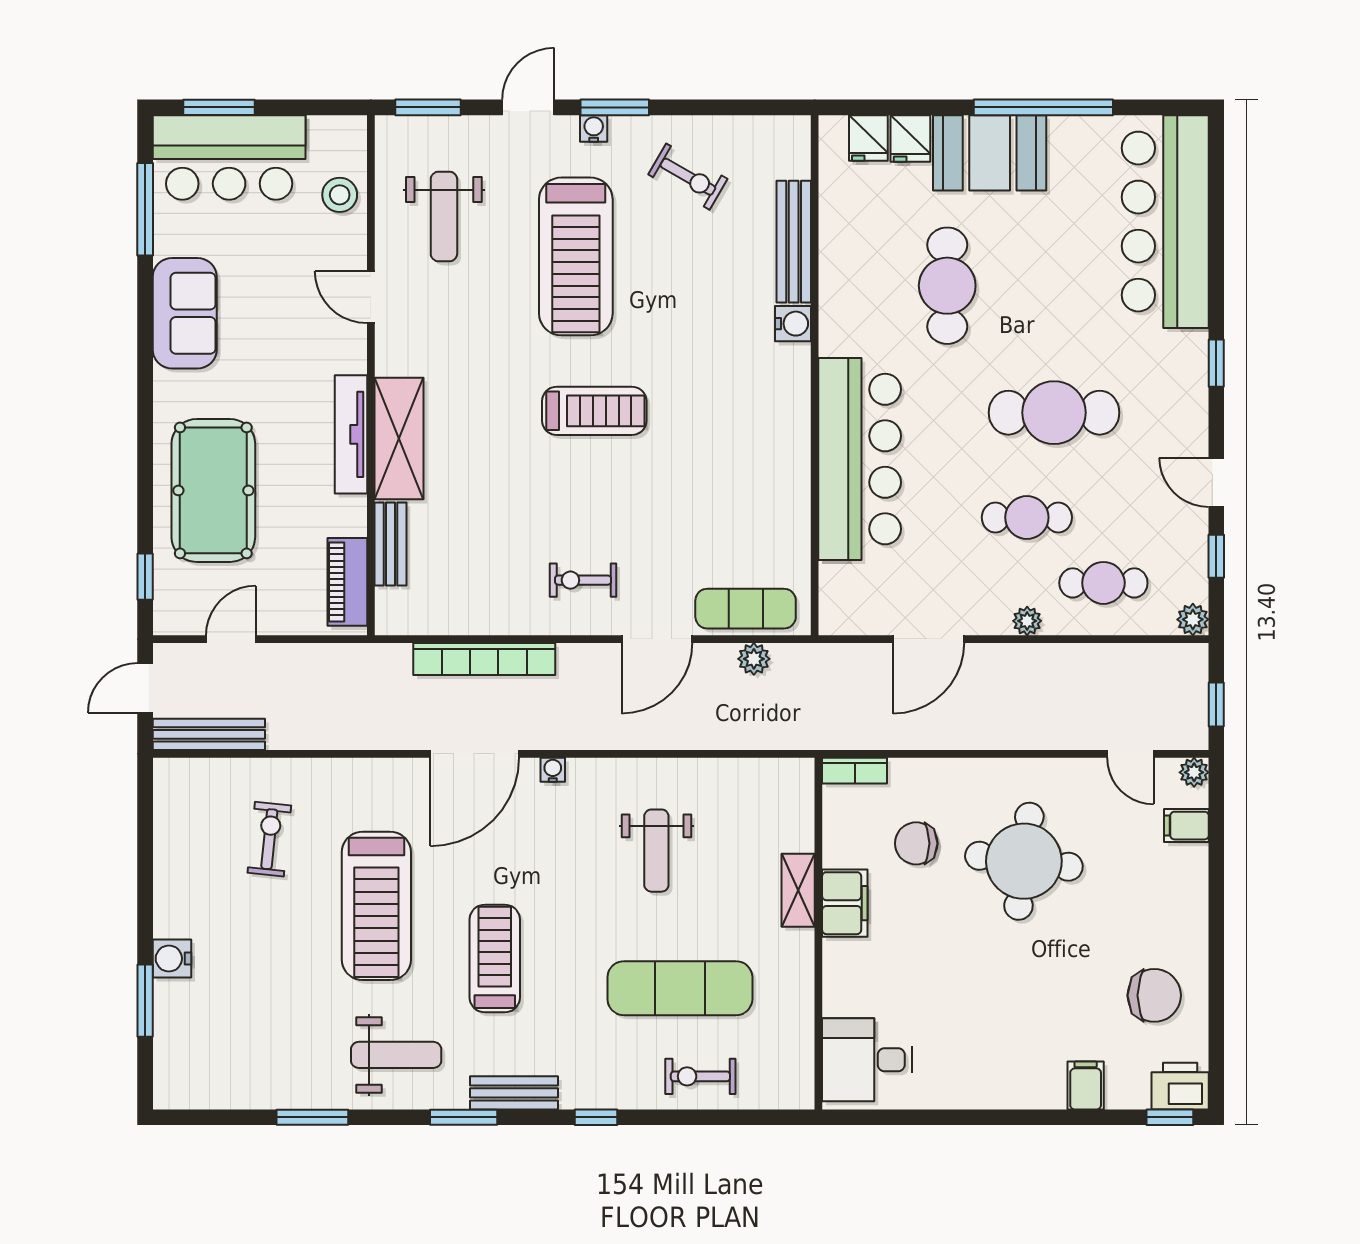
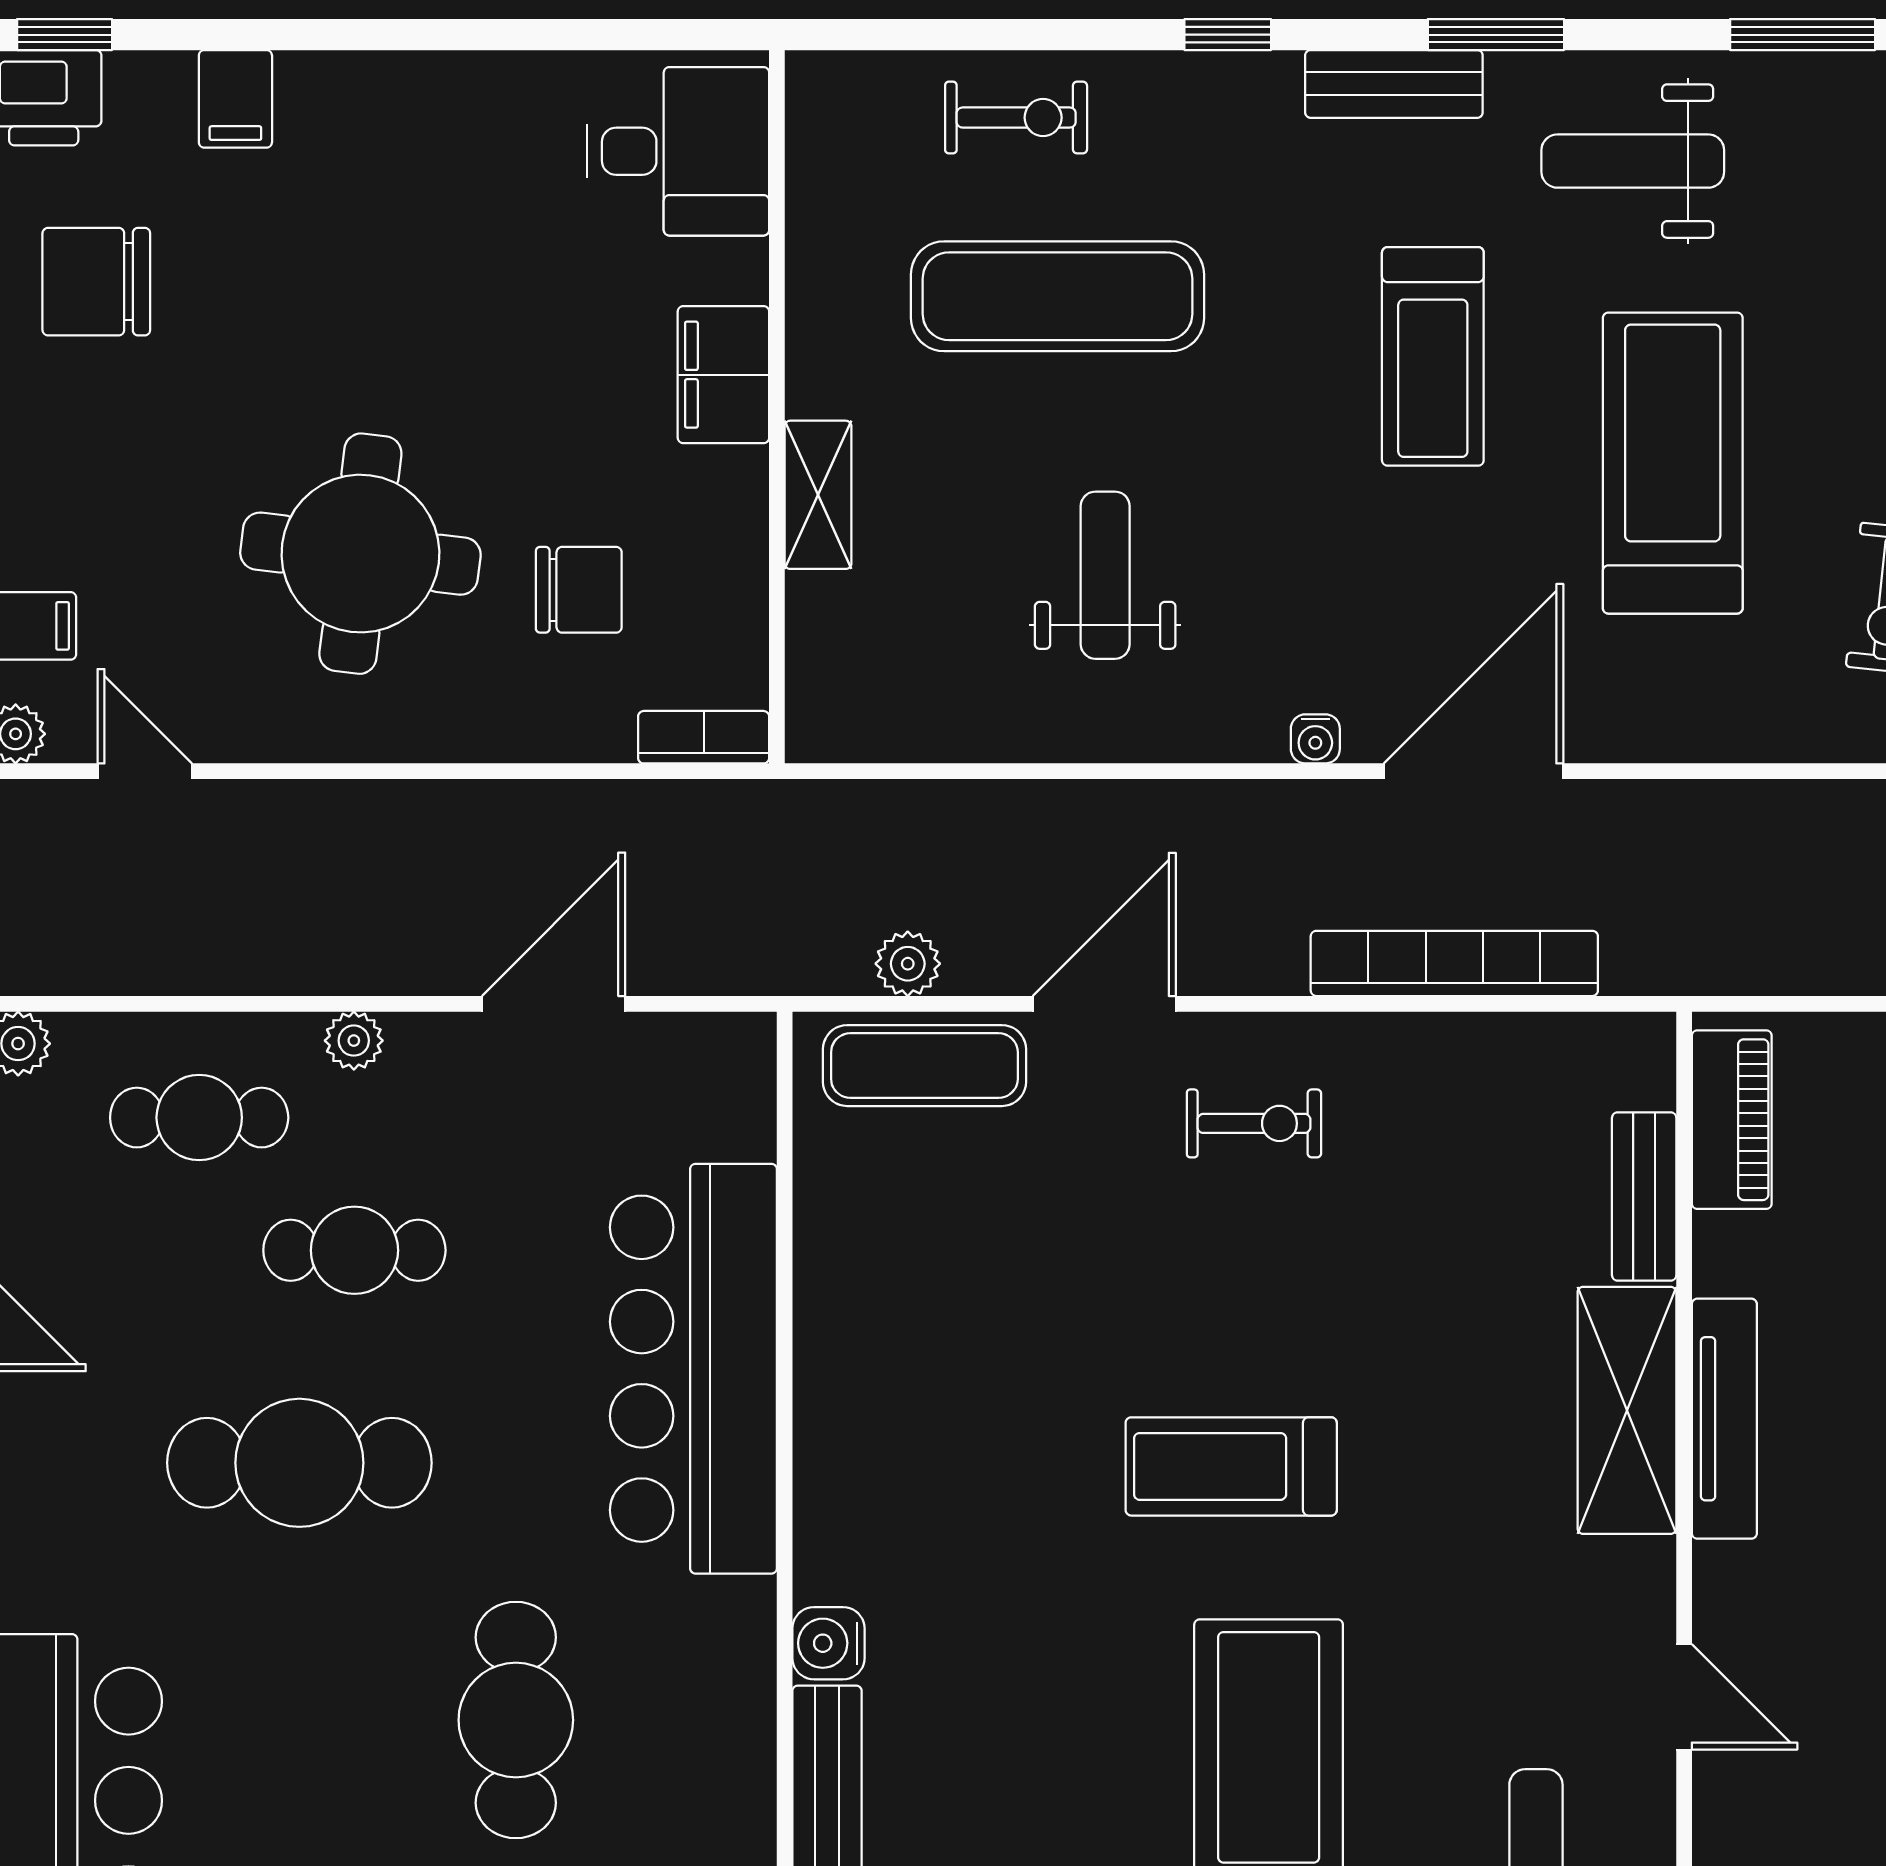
filing cabinet: (845, 903) -> (723, 375), moved

